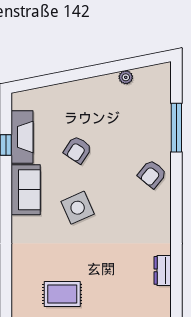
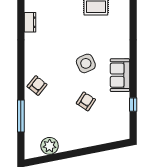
plant: (126, 77) -> (50, 146), width x1.88, depth x1.88
fireplace: (22, 137) -> (122, 110), removed

